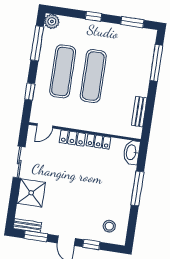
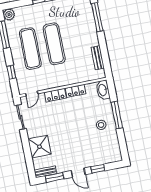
sliding door: (19, 162) -> (20, 117), moved
stool: (109, 226) -> (101, 125), moved

